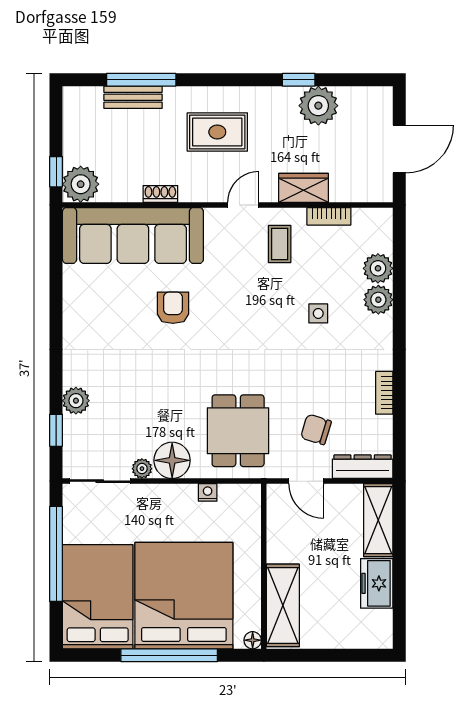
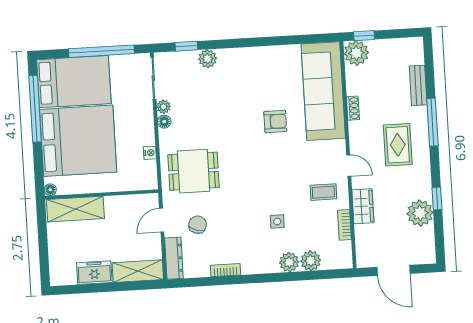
window: (141, 80) -> (432, 122), moved
floor lamp: (172, 460) -> (164, 122), width x0.53, depth x0.53
window: (169, 655) -> (35, 109), moved

